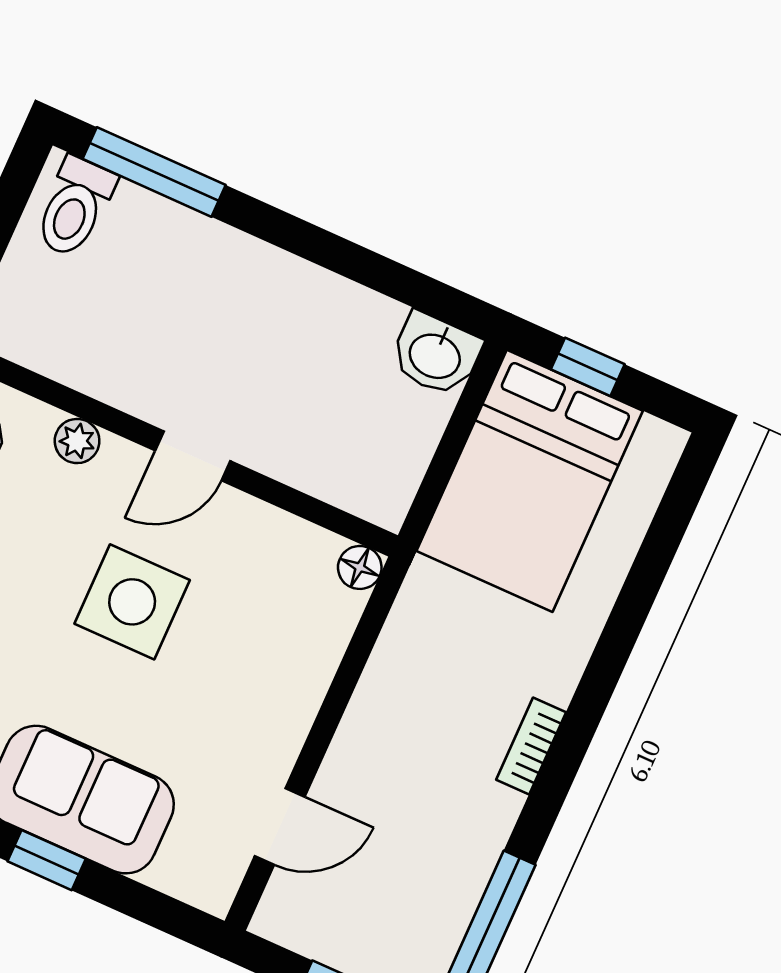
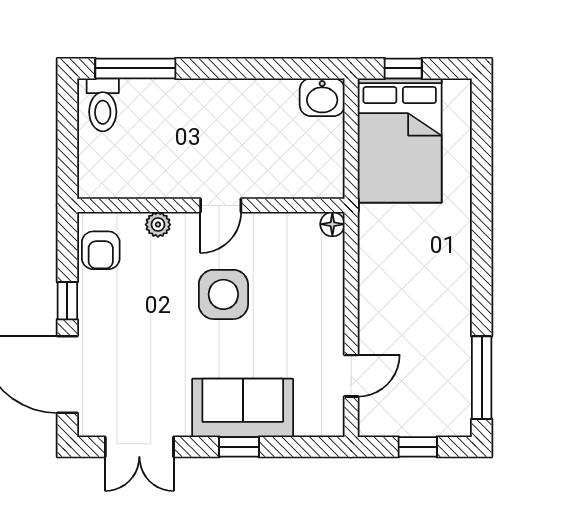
bookcase: (531, 746) -> (462, 276), removed

